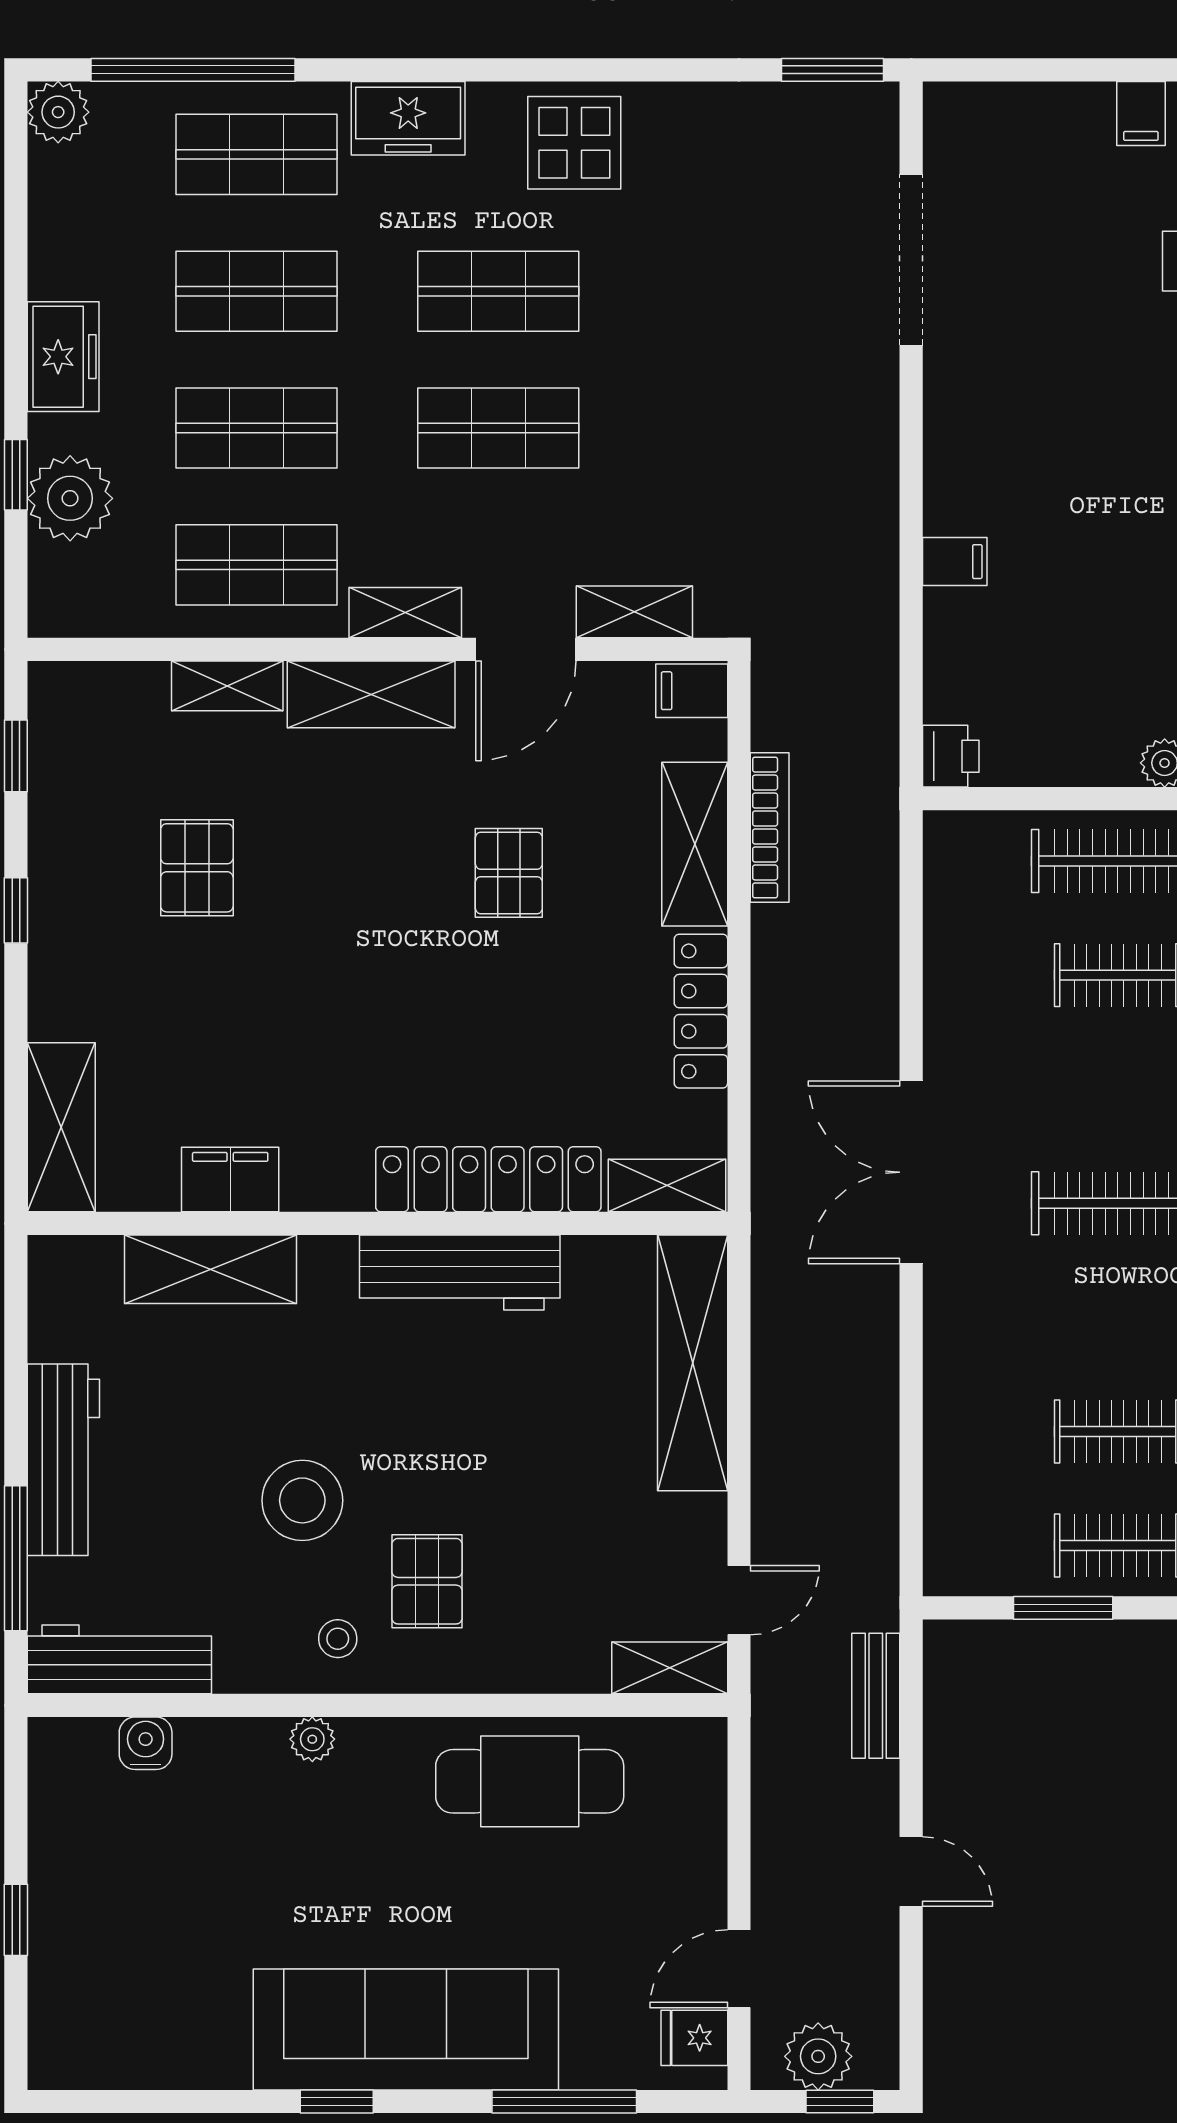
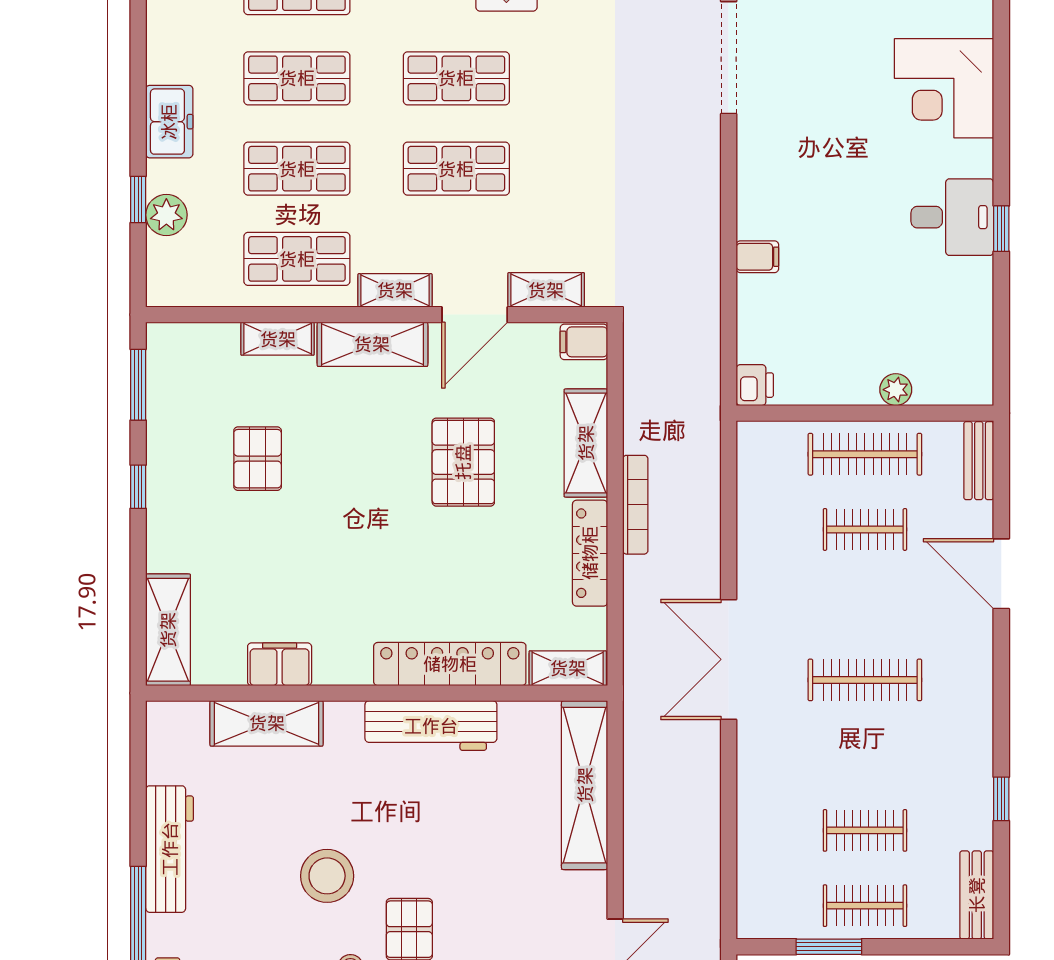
plant: (70, 498) -> (166, 215), width x0.73, depth x0.73
window: (16, 756) -> (138, 385), width x1.50
bookcase: (770, 828) -> (635, 505), moved
pallet: (509, 873) -> (463, 462), width x1.50, depth x1.42

